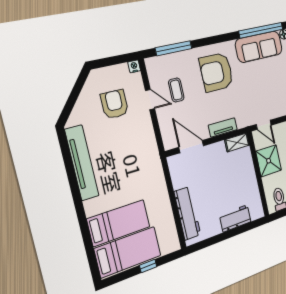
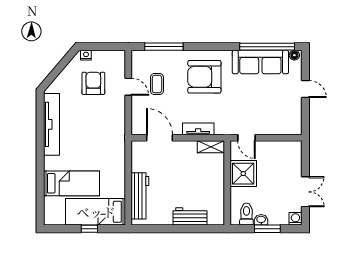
nightstand: (134, 66) -> (86, 55), moved
bed: (128, 252) -> (96, 212), moved, turned 180

